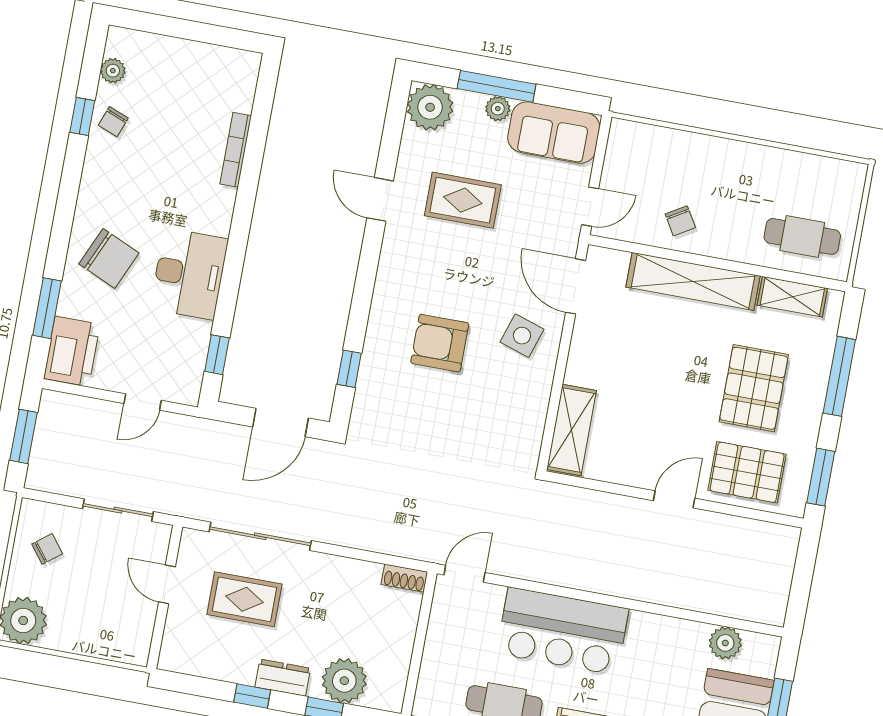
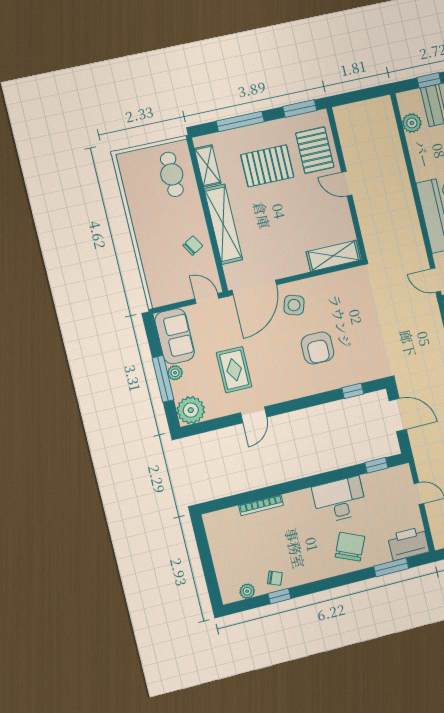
door: (576, 286) -> (254, 288), width x1.36

